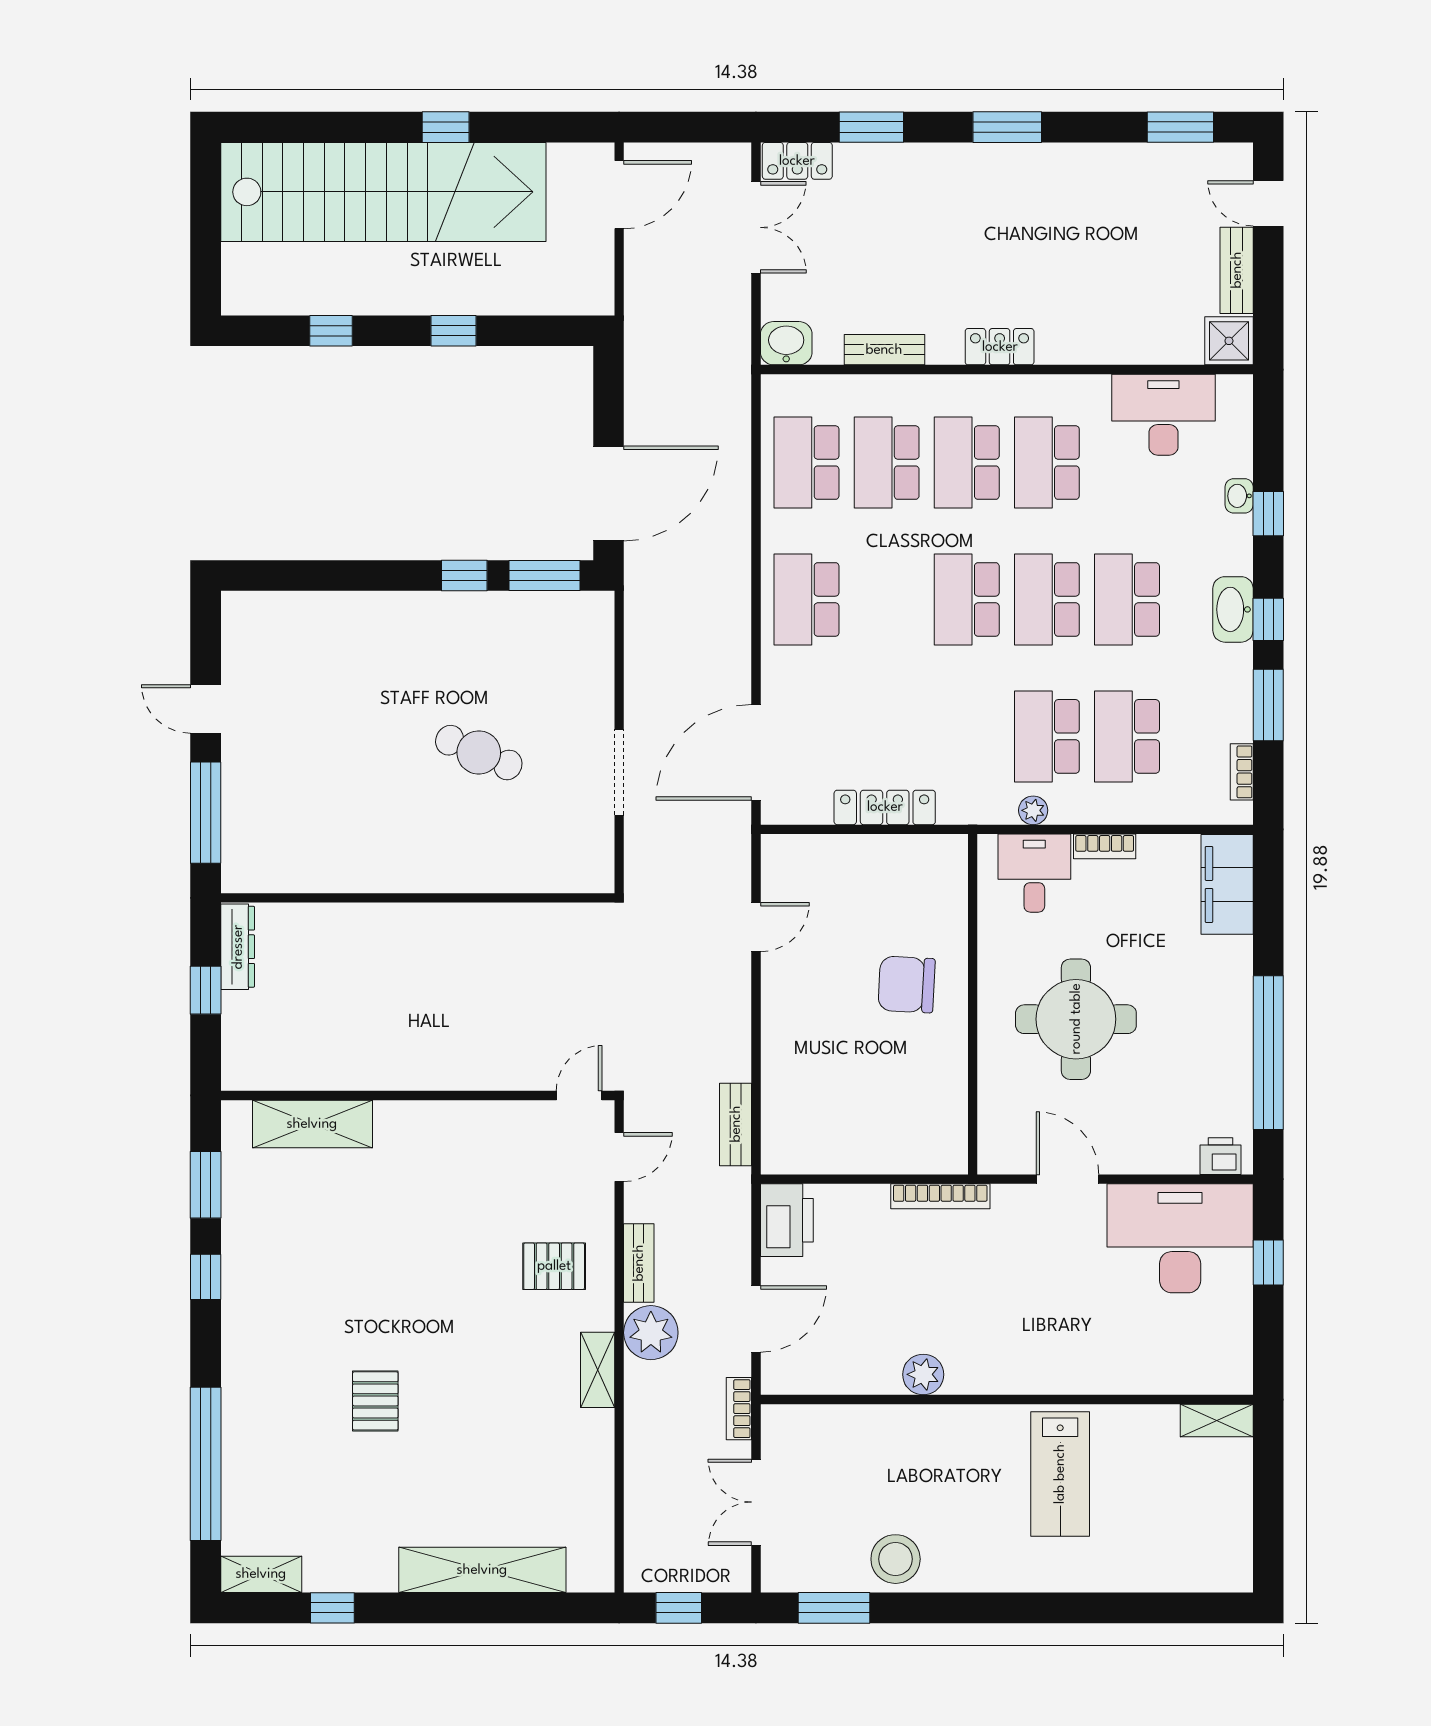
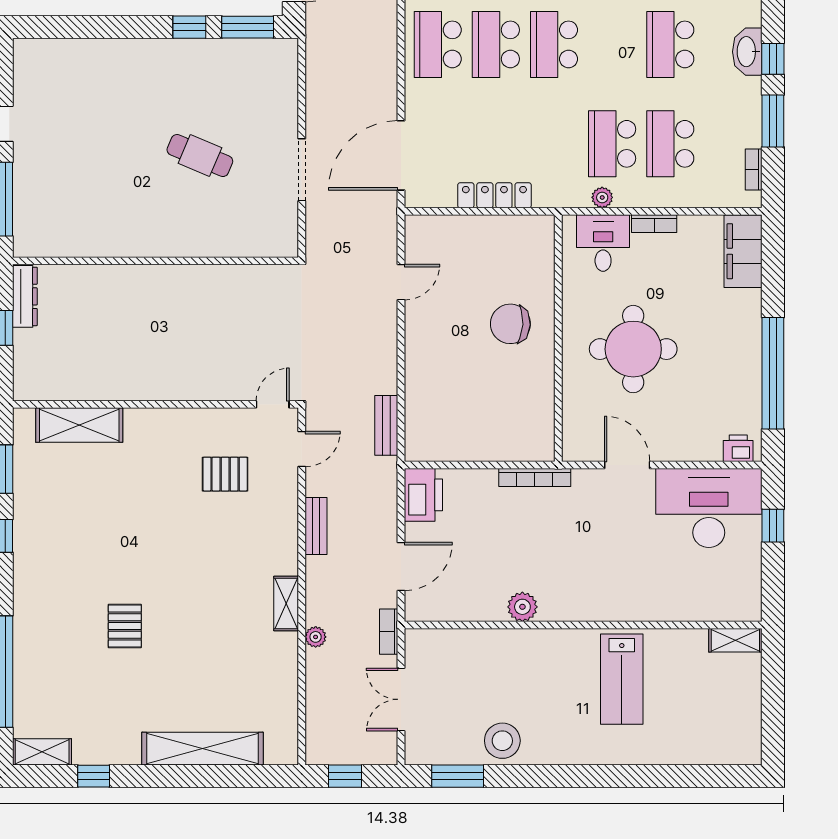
school desk: (1047, 599) -> (496, 44), moved
pallet: (554, 1266) -> (225, 474), moved
plant: (651, 1333) -> (316, 637), moved, width x0.53, depth x0.53

